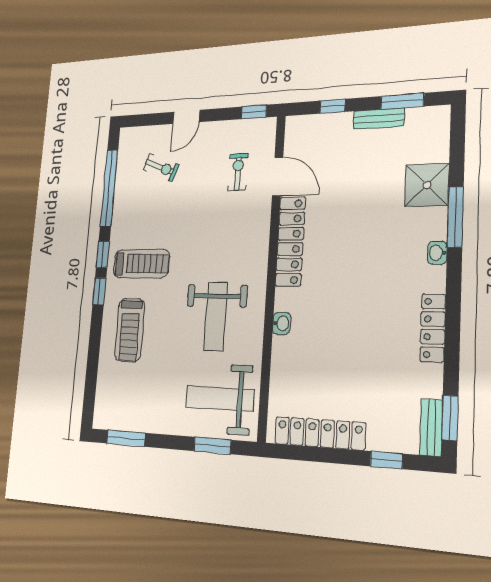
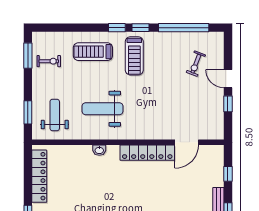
window: (254, 112) -> (228, 104), moved
exercise bike: (238, 172) -> (49, 61), moved
weight bench: (220, 399) -> (55, 115), width x0.73, depth x0.75

